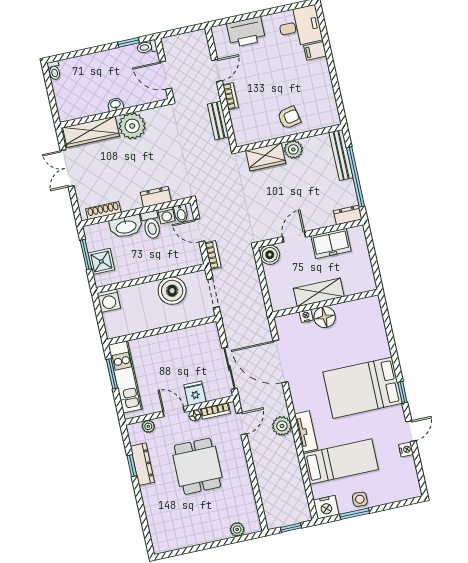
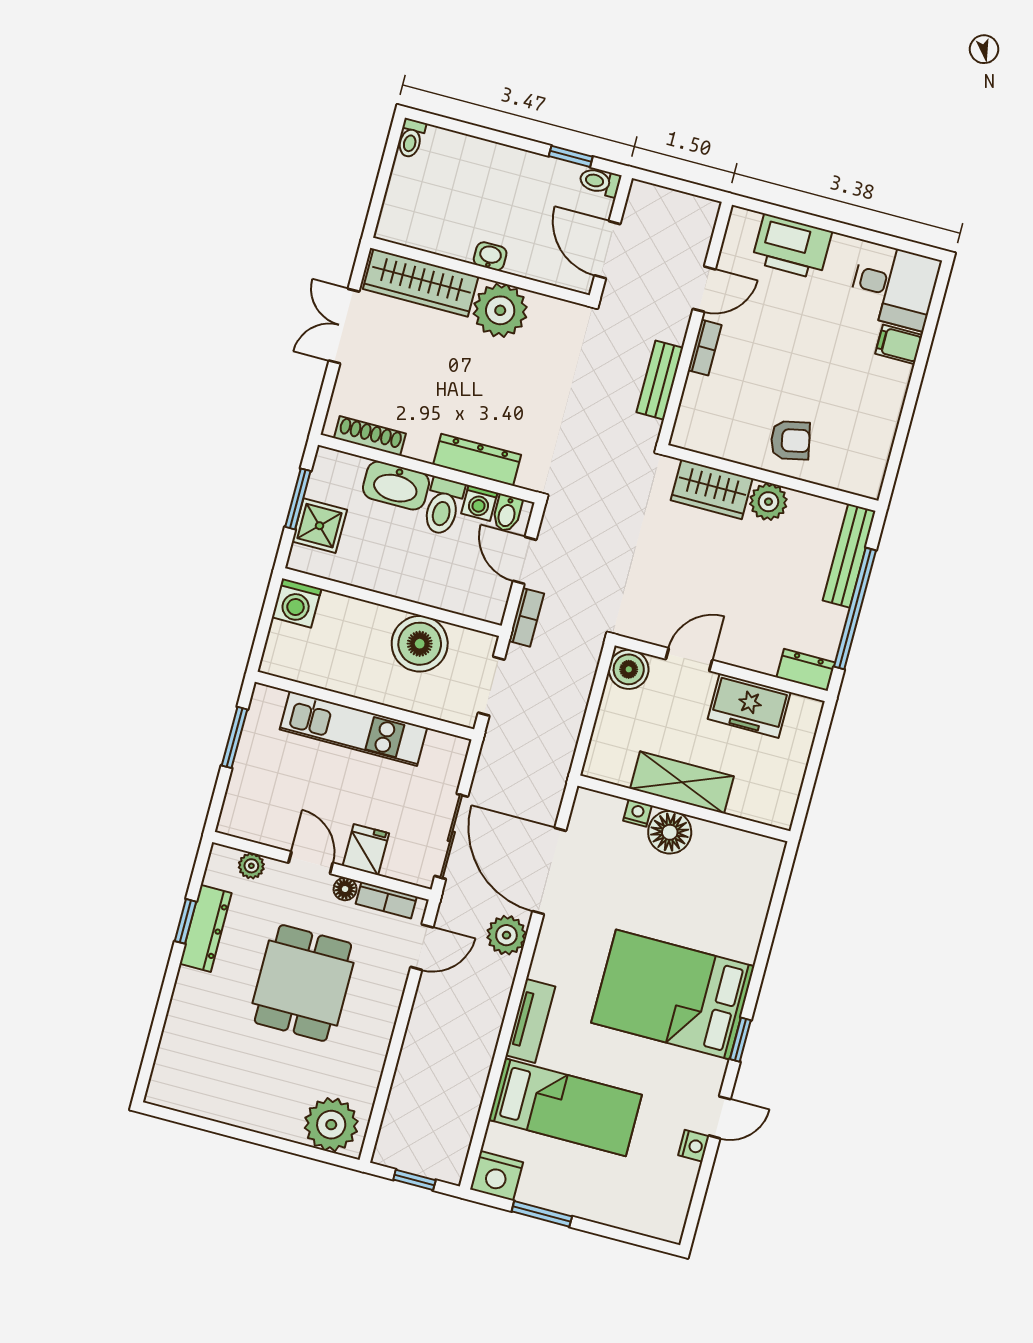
dresser: (156, 197) -> (477, 460), width x1.44
kitchen unit: (125, 377) -> (353, 729), moved, turned 90
plant: (282, 426) -> (506, 935), moved
side table: (360, 499) -> (565, 1193), removed
plant: (237, 529) -> (331, 1125), width x1.87, depth x1.87

